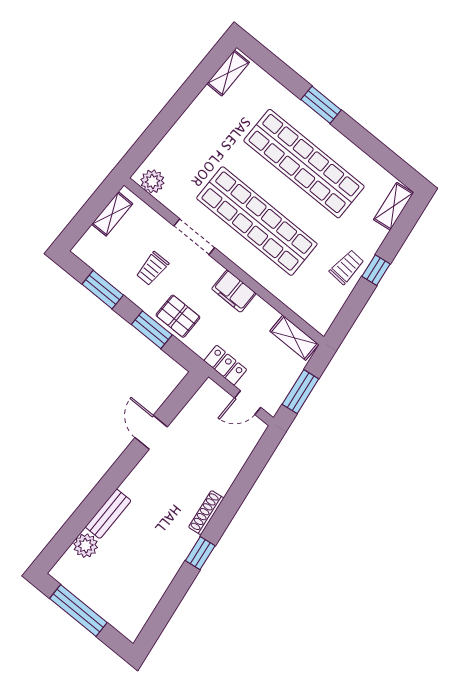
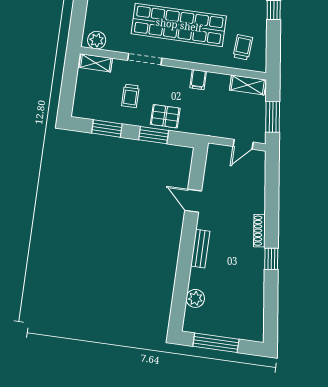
shelving: (112, 214) -> (96, 63), moved, turned 90
trolley: (347, 267) -> (243, 47), moved
filing cabinet: (234, 291) -> (198, 80), width x0.50
locker: (225, 365) -> (214, 129), removed
bench: (108, 514) -> (200, 249), moved

